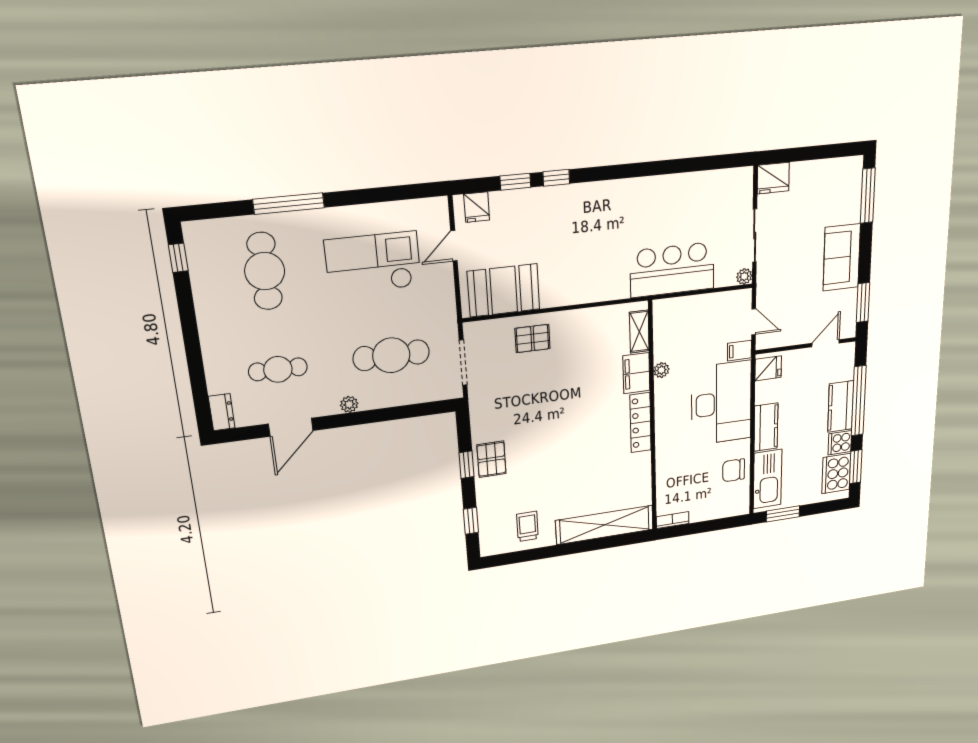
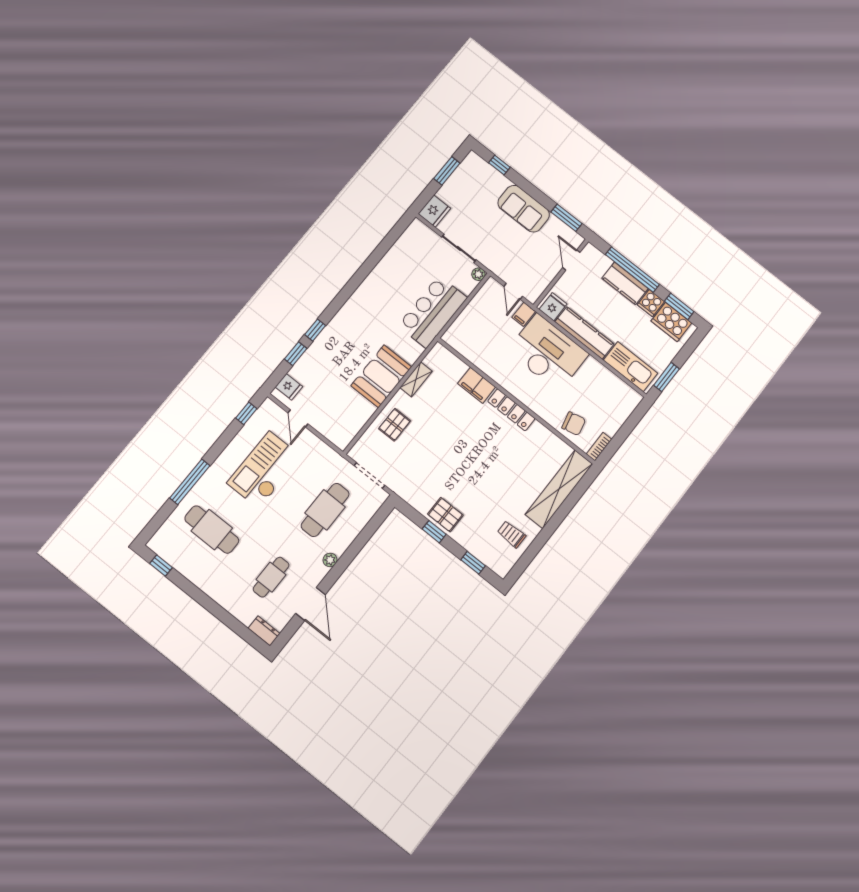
window: (823, 152) -> (447, 171), added
window: (411, 192) -> (246, 413), added
window: (868, 196) -> (499, 165), width x0.46
booth: (504, 290) -> (381, 376), moved
door: (754, 322) -> (513, 291), swing flipped
shelving: (639, 332) -> (416, 379), moved, turned 90
plant: (661, 370) -> (489, 369), removed
kitchen counter: (766, 427) -> (584, 333), width x1.50
chair: (734, 470) -> (574, 424), moved, turned -103

